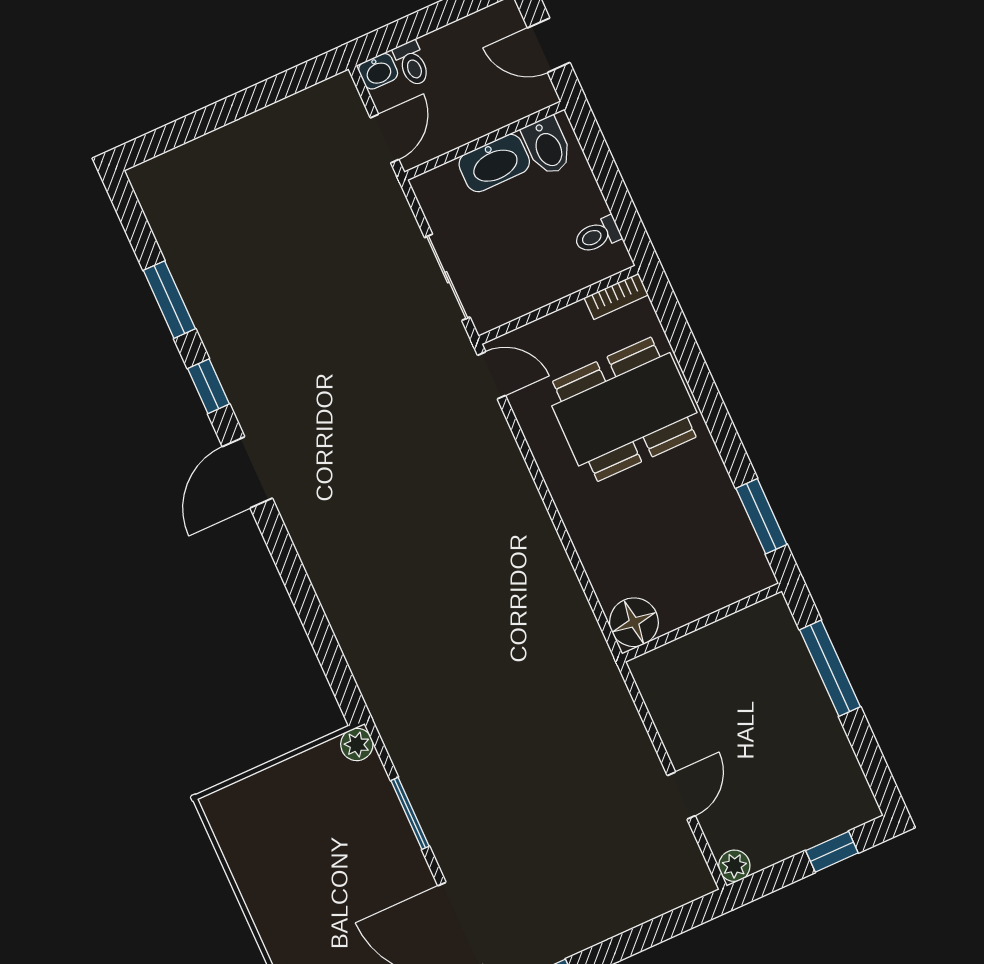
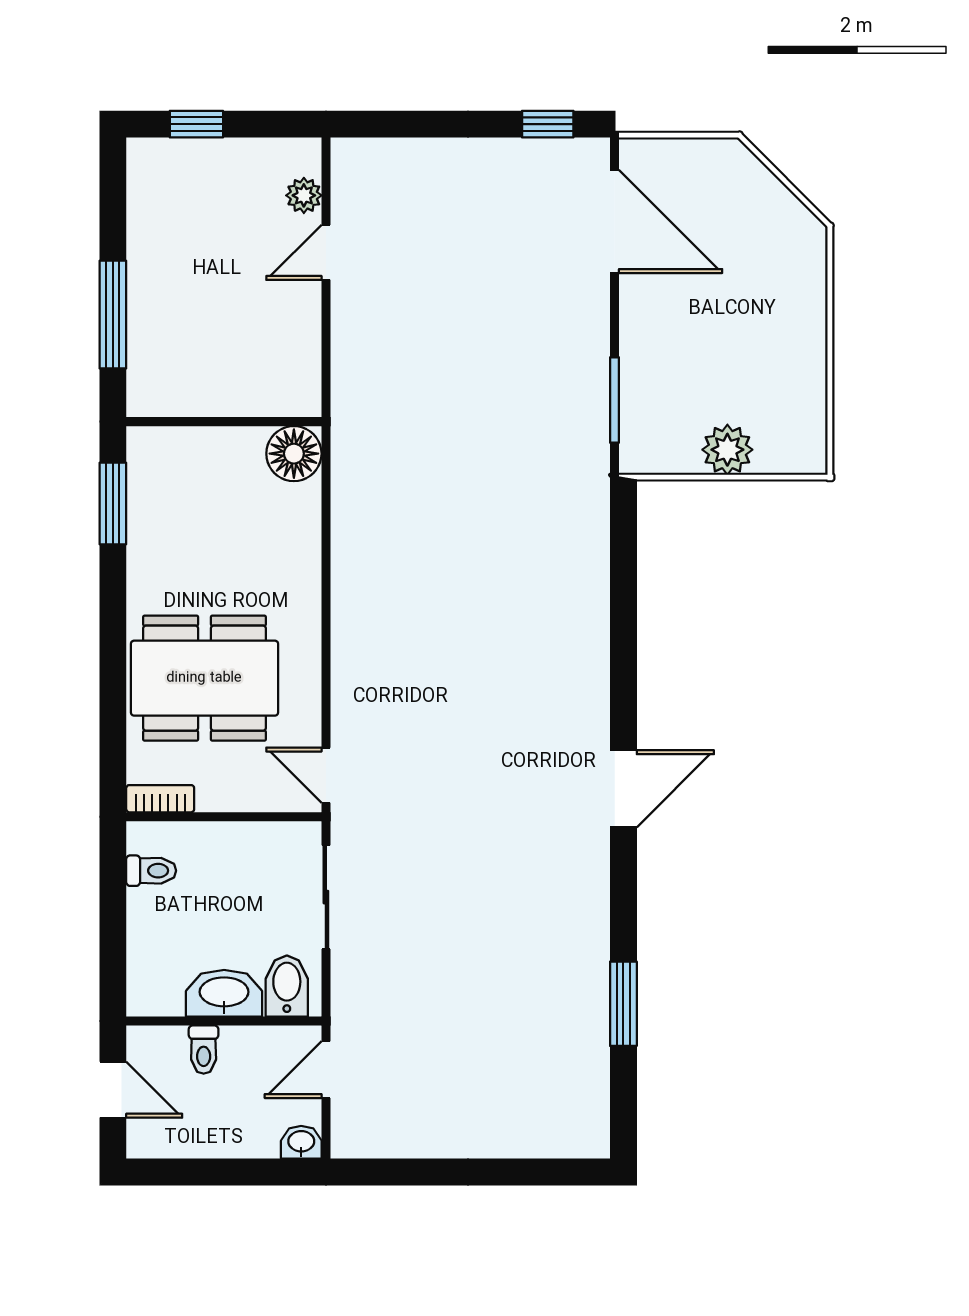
toilet: (412, 63) -> (204, 1050), moved, turned 180
bidet: (547, 146) -> (287, 986), moved
window: (208, 386) -> (623, 896), removed
plant: (357, 744) -> (727, 450), moved, width x1.38, depth x1.38
window: (410, 813) -> (615, 400), moved
plant: (734, 866) -> (304, 195), moved

